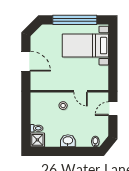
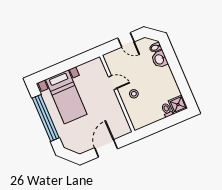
door: (81, 91) -> (113, 83), hinge flipped
door: (113, 109) -> (126, 40), moved
washbasin: (68, 141) -> (160, 59), moved

